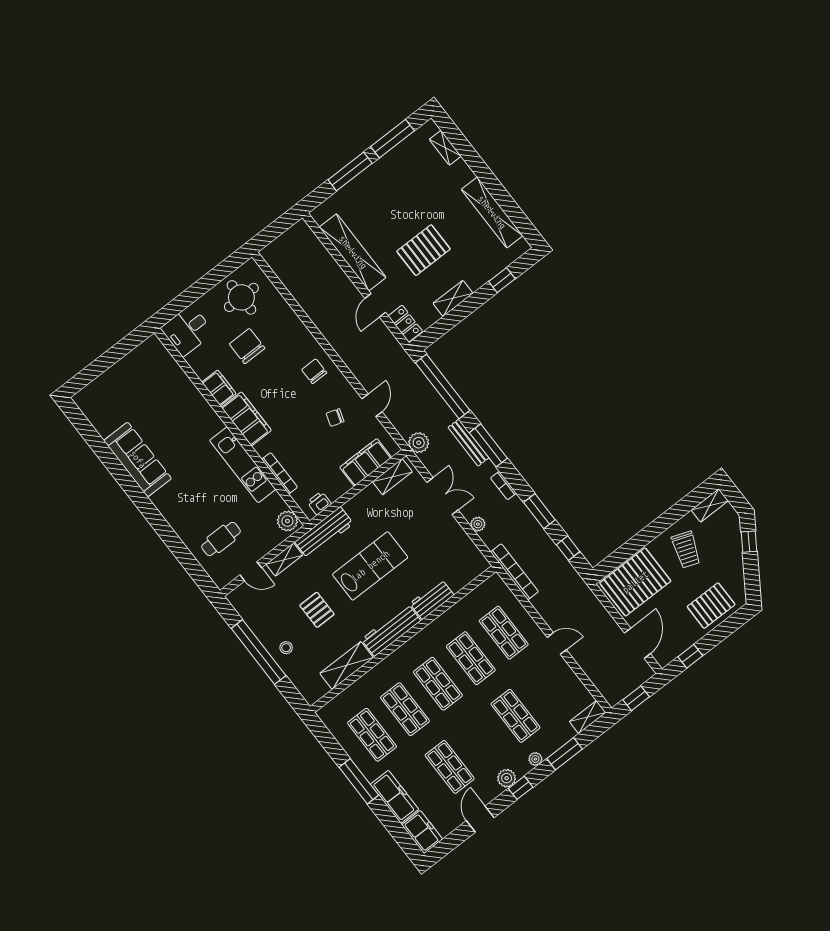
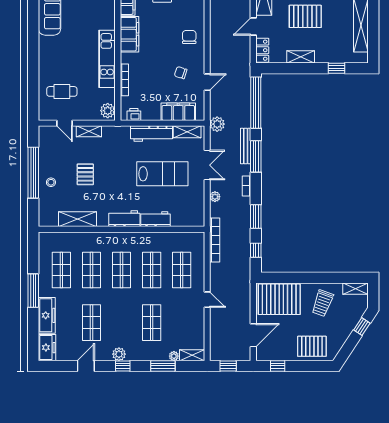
workbench: (324, 533) -> (152, 134), moved
lab bench: (370, 566) -> (162, 174), moved
workbench: (391, 630) -> (124, 219), width x0.73
plant: (535, 759) -> (174, 356), moved

